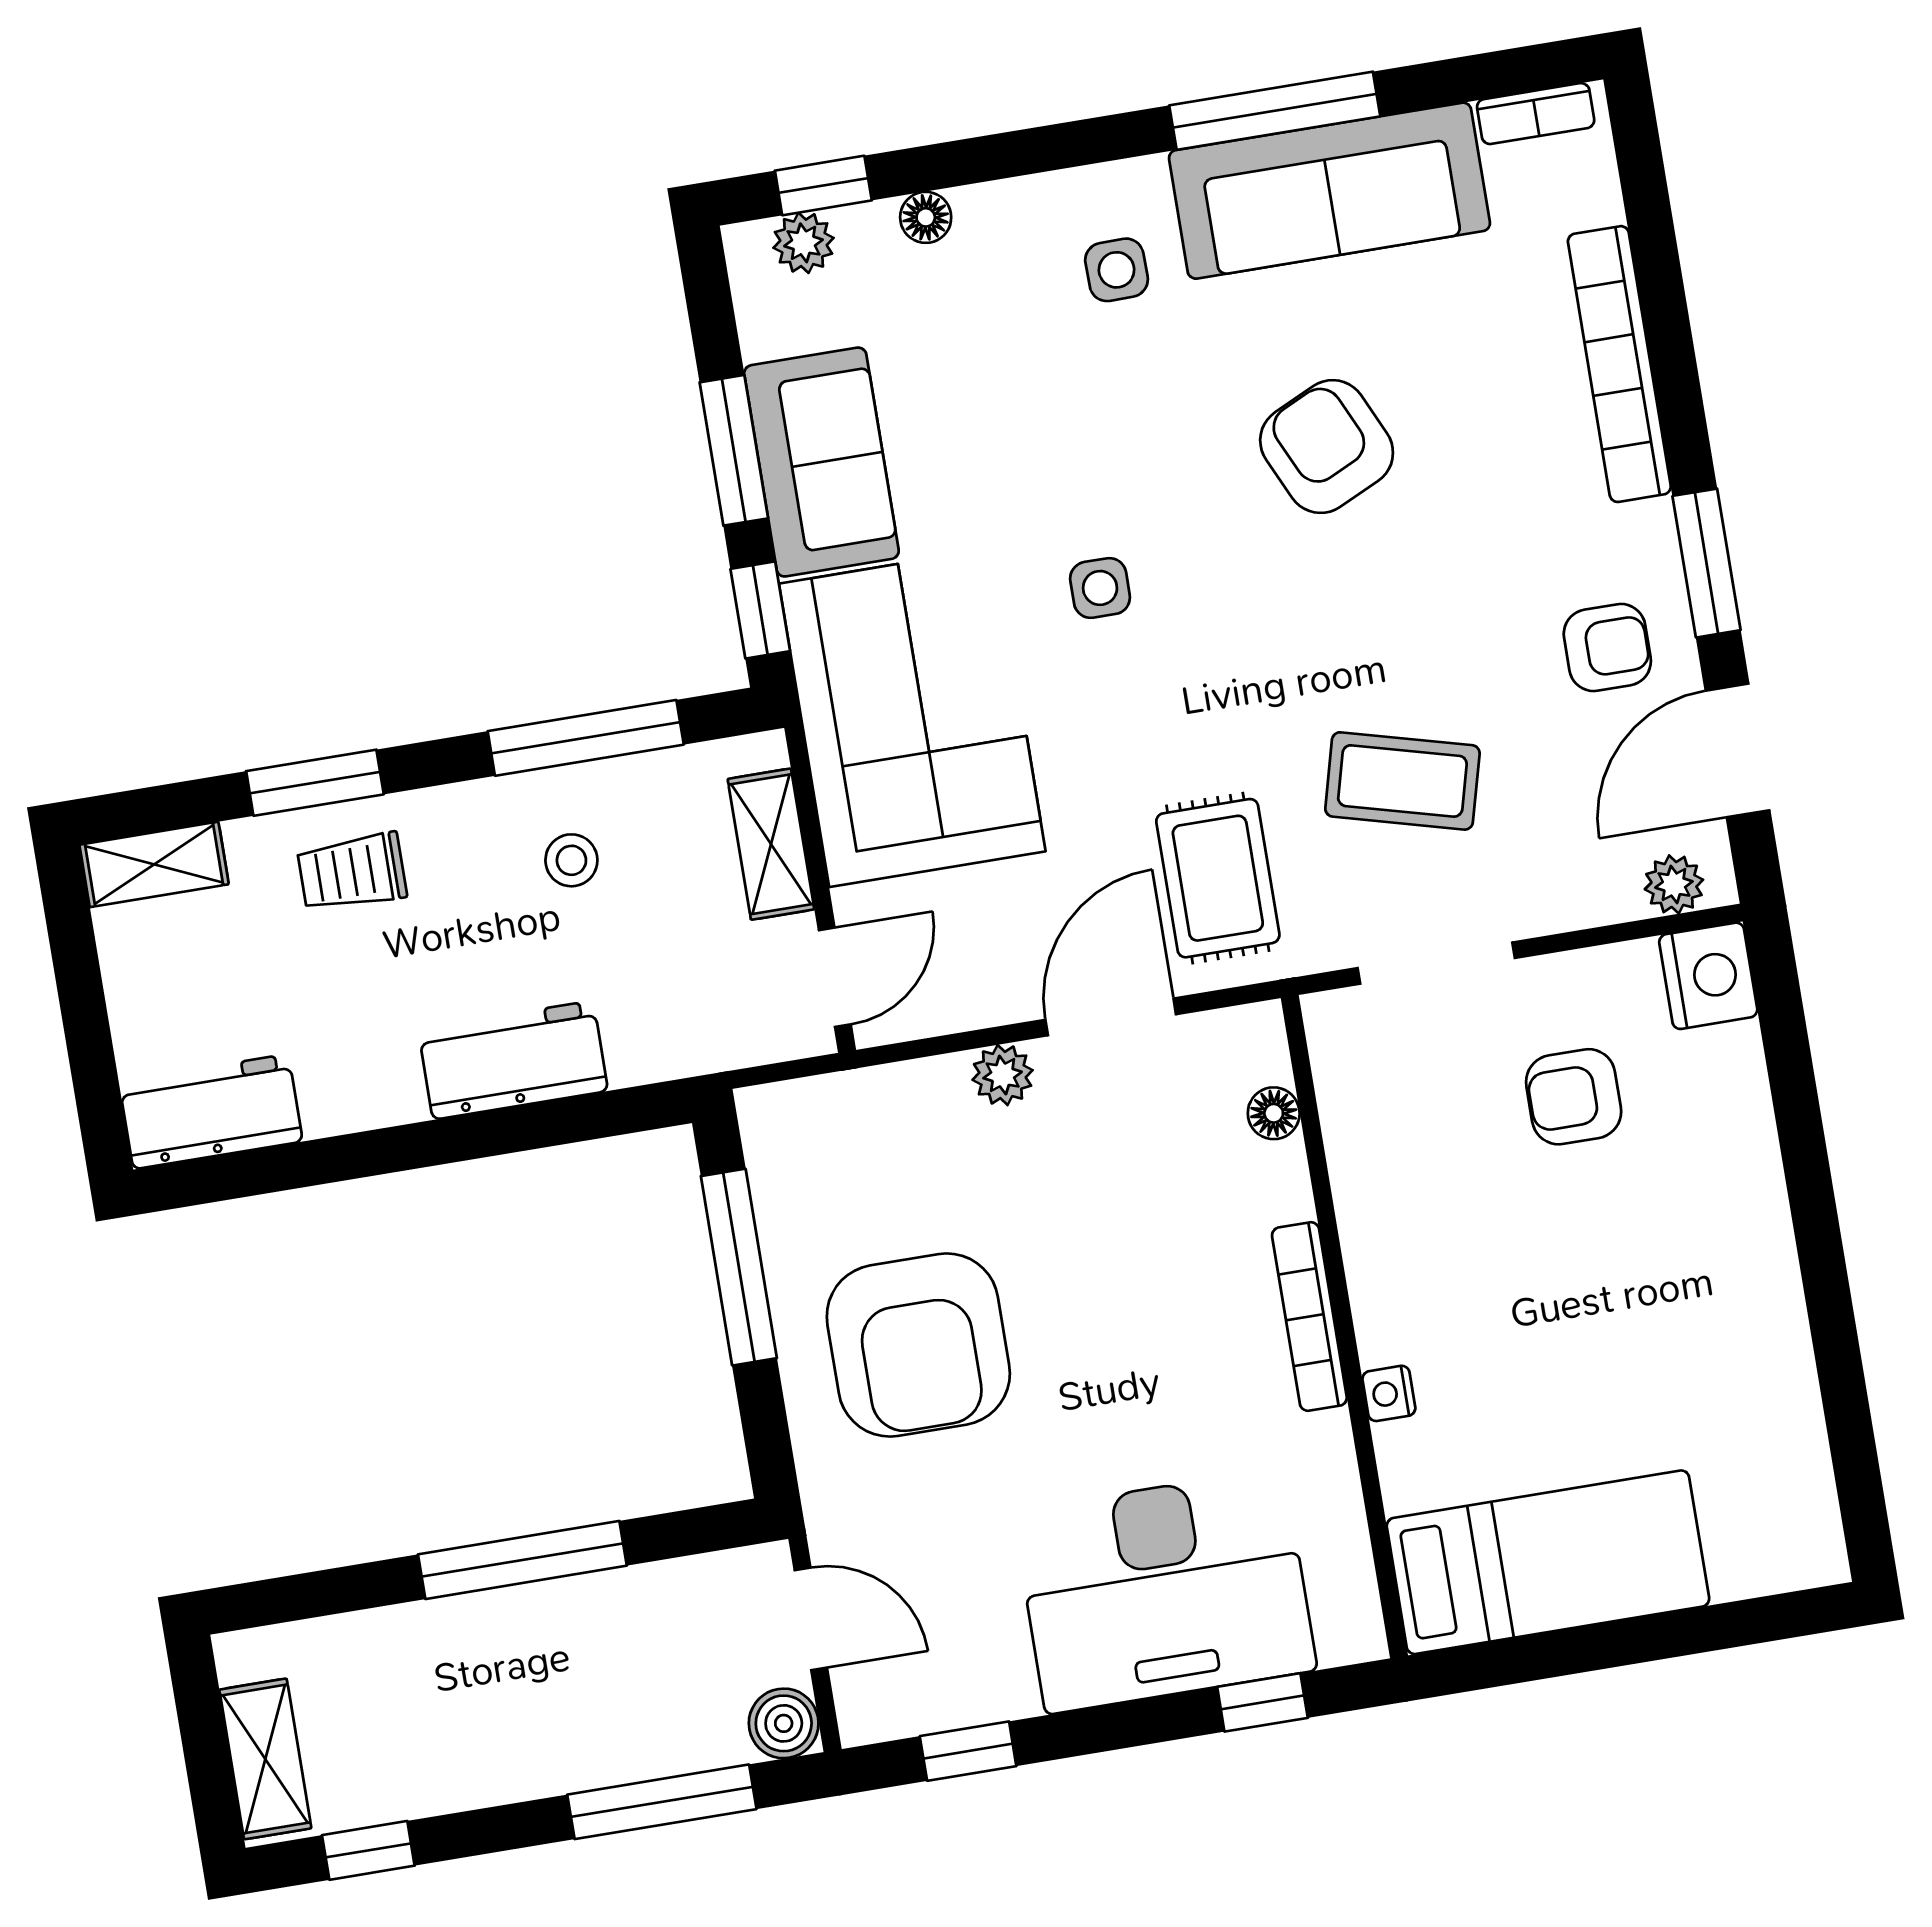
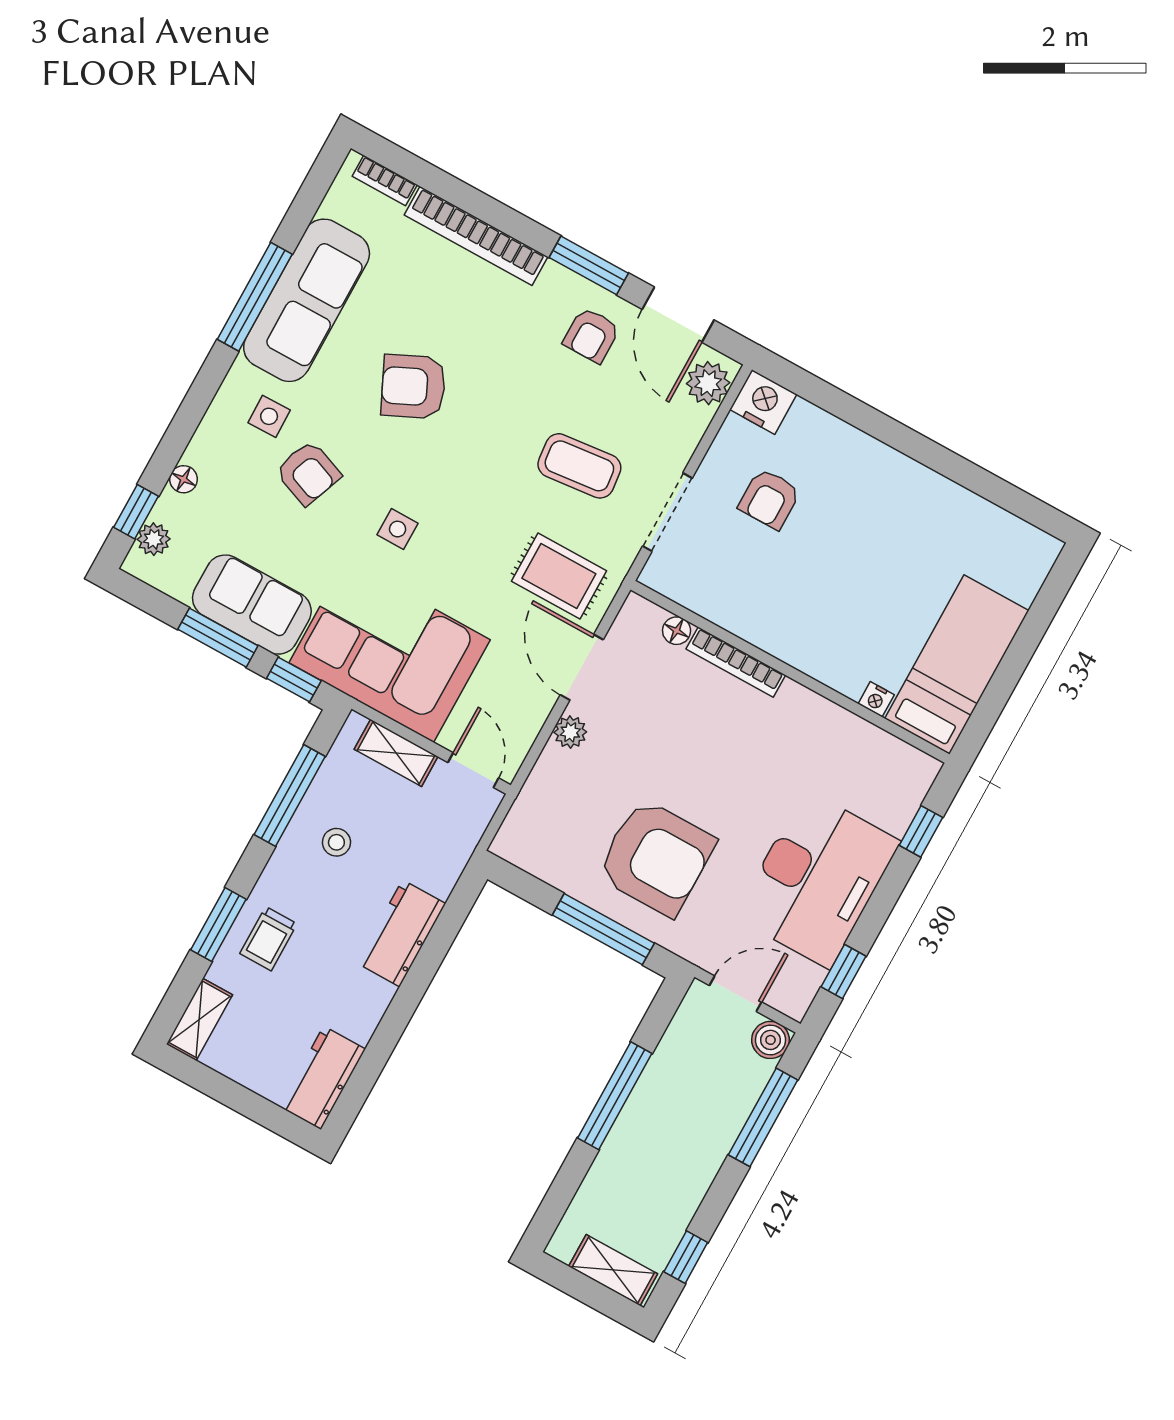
bookcase: (1536, 114) -> (385, 181), moved, turned 90
armchair: (1079, 392) -> (308, 473), added
armchair: (1607, 648) -> (591, 335), turned 180
coffee table: (1402, 781) -> (579, 466), turned 69
plant: (1674, 885) -> (708, 383), width x1.38, depth x1.38
window: (739, 1267) -> (603, 929), moved
bookcase: (1309, 1317) -> (736, 662), moved
nightstand: (1389, 1393) -> (876, 699), moved
desk: (1165, 1591) -> (817, 879), moved

